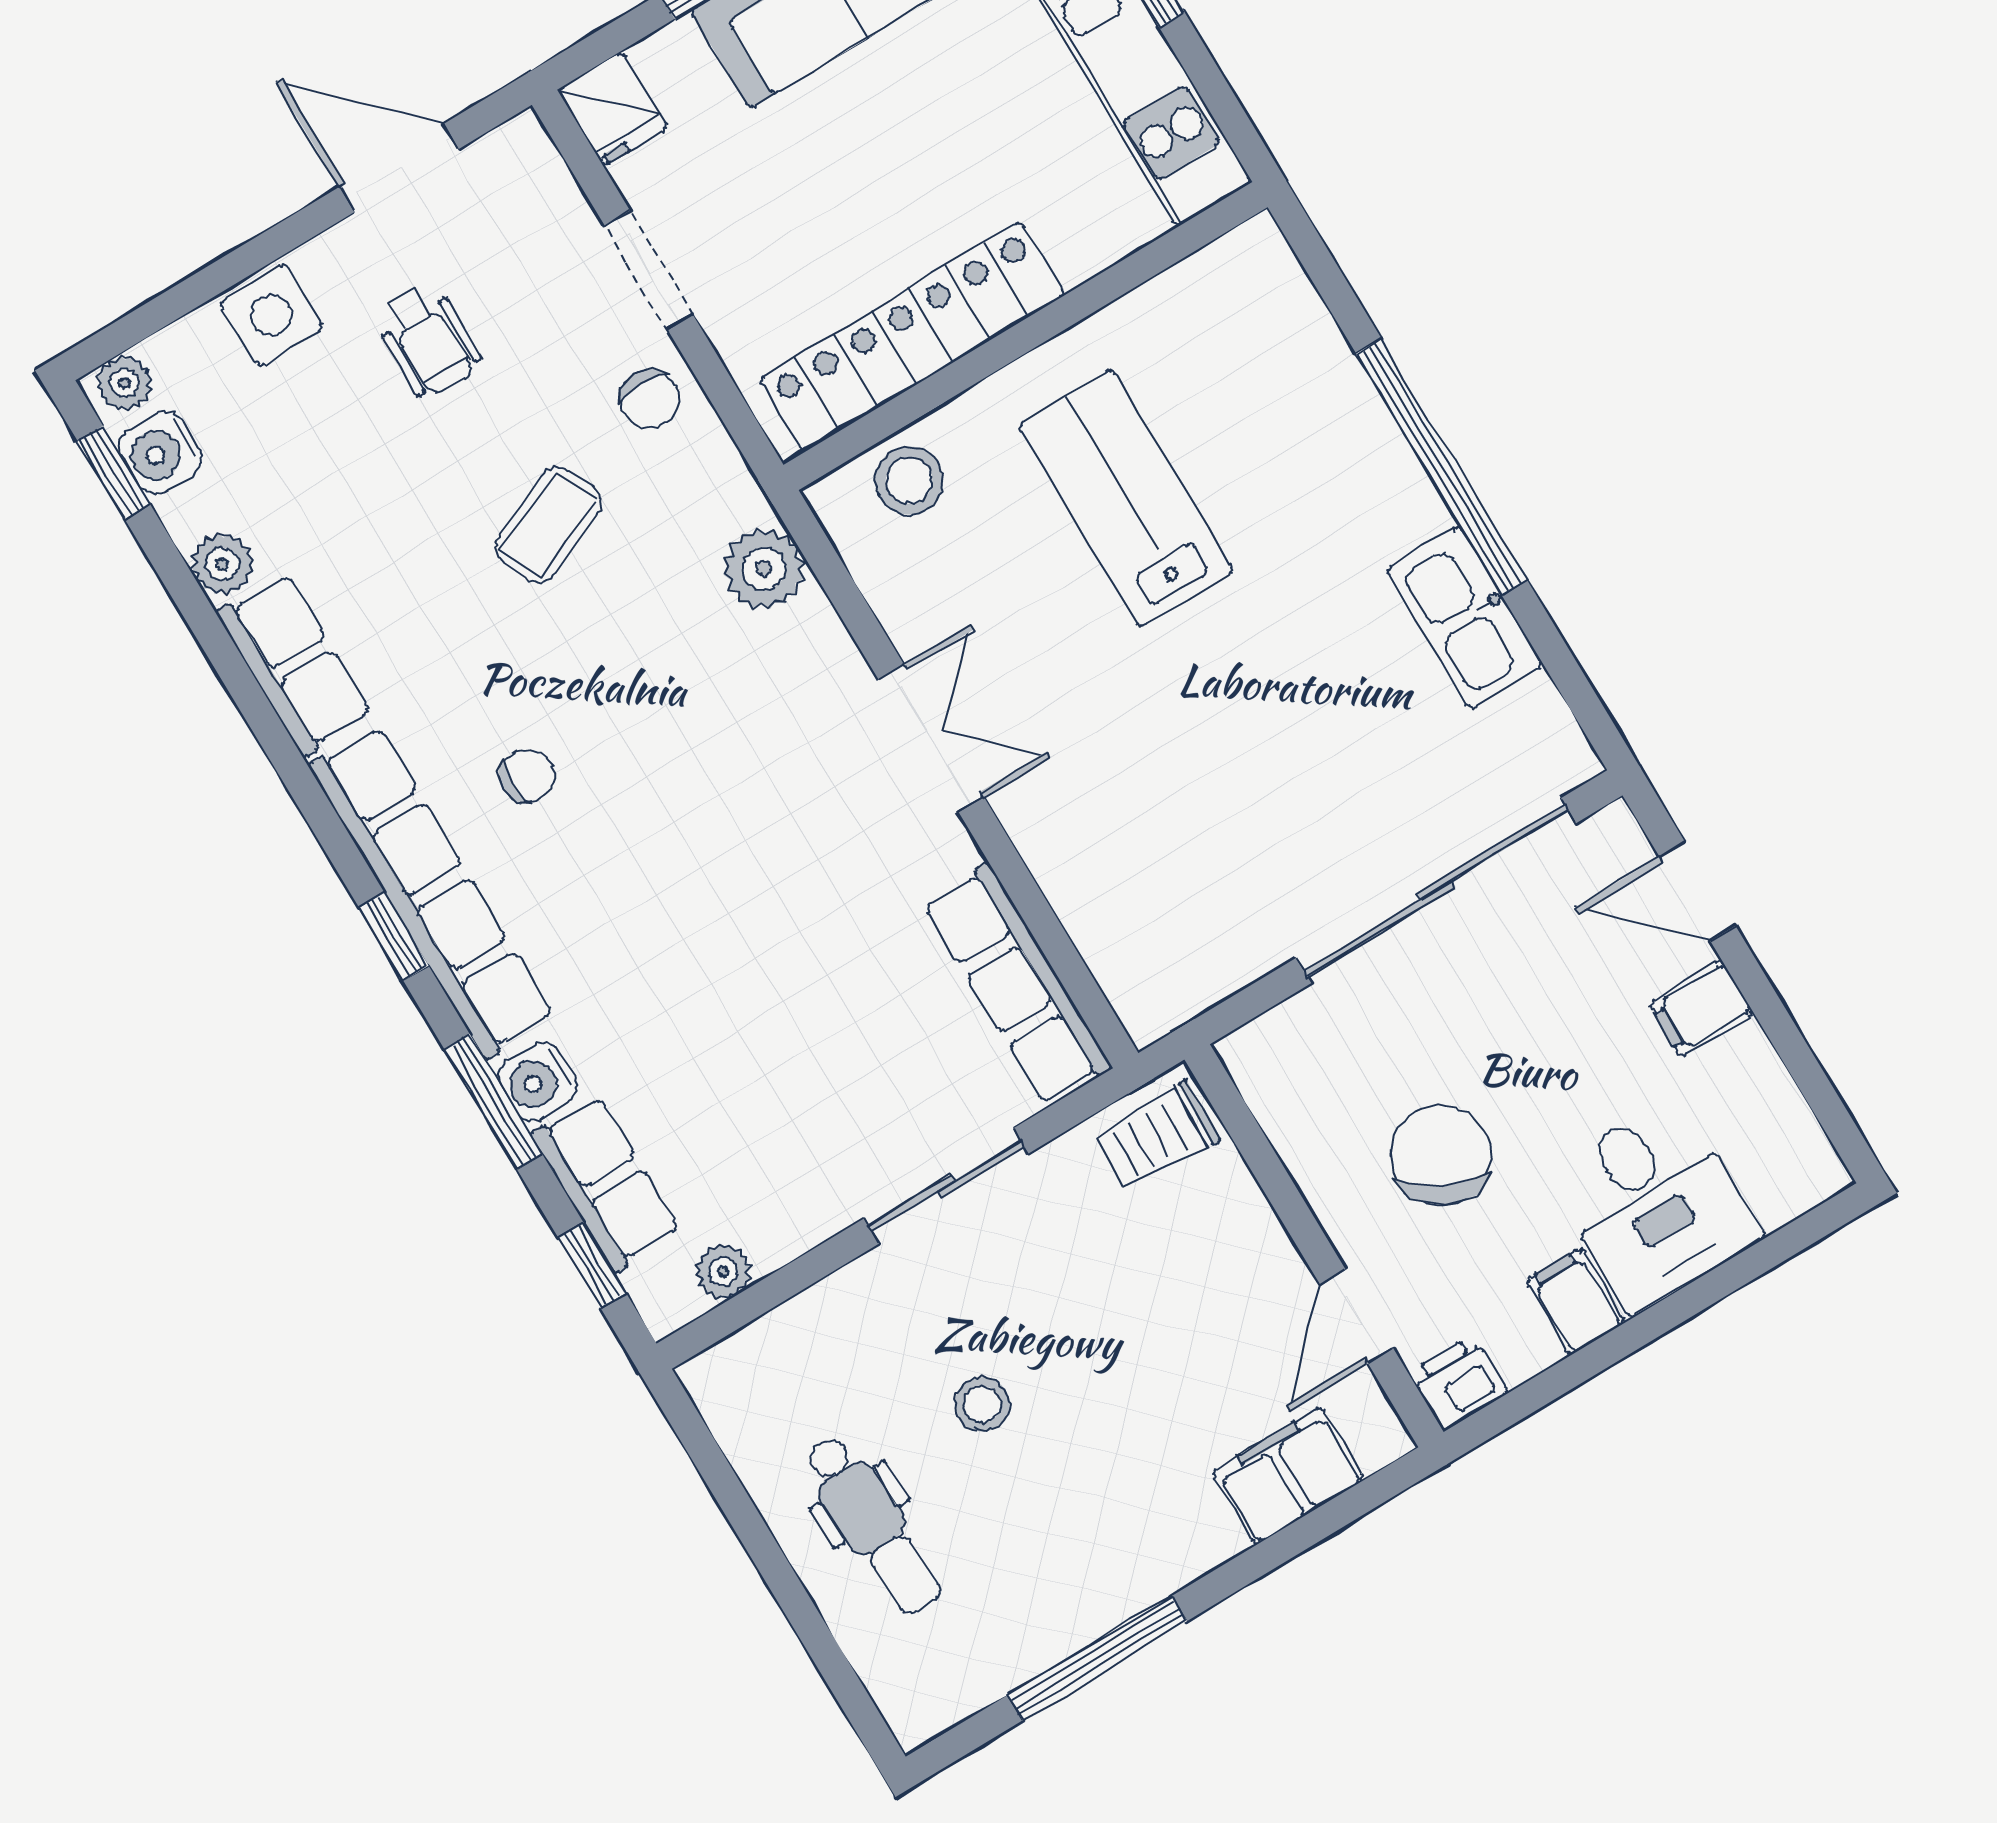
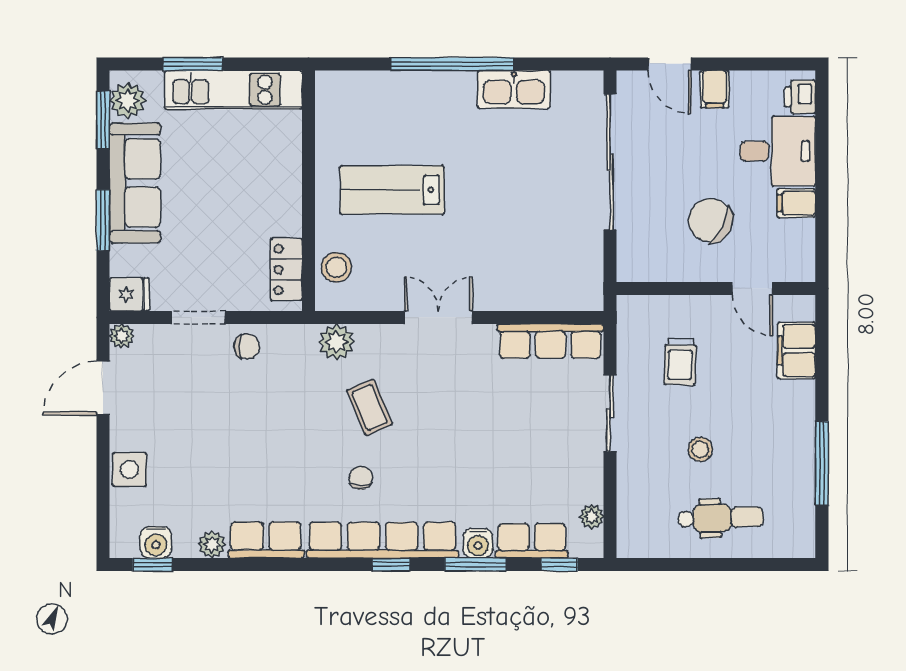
locker: (912, 337) -> (286, 270), width x0.46, depth x0.83
wheelchair: (428, 340) -> (174, 416), removed
plant: (124, 383) -> (122, 336), moved
coffee table: (548, 525) -> (370, 407), moved
door: (1698, 891) -> (670, 64), hinge flipped
trolley: (1156, 1136) -> (680, 362), moved
printer: (1458, 1383) -> (800, 97), moved

